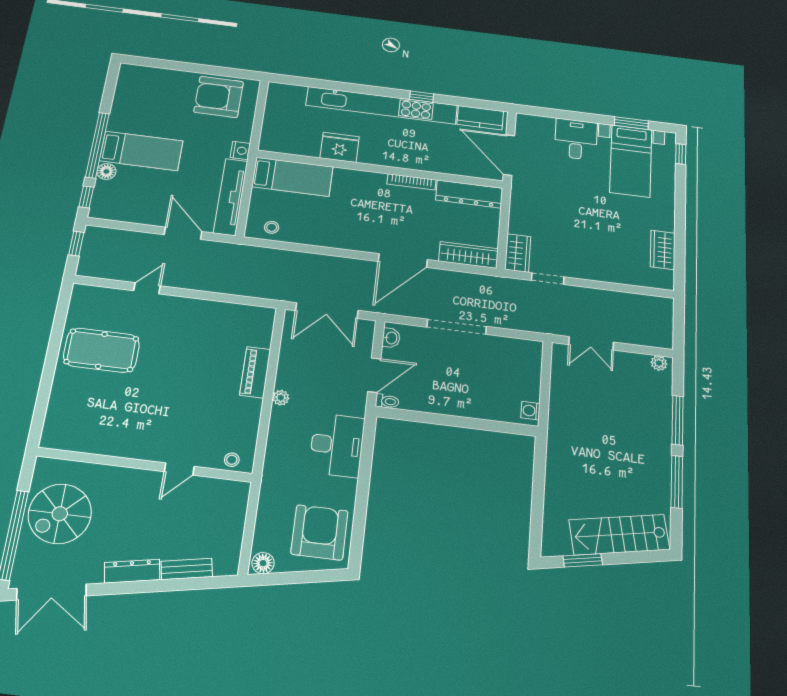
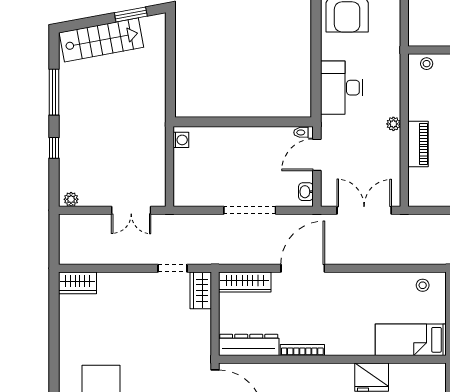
wardrobe: (663, 250) -> (77, 283), moved, turned 90
double door: (591, 343) -> (131, 210), swing flipped
window: (678, 420) -> (54, 148), width x0.46

